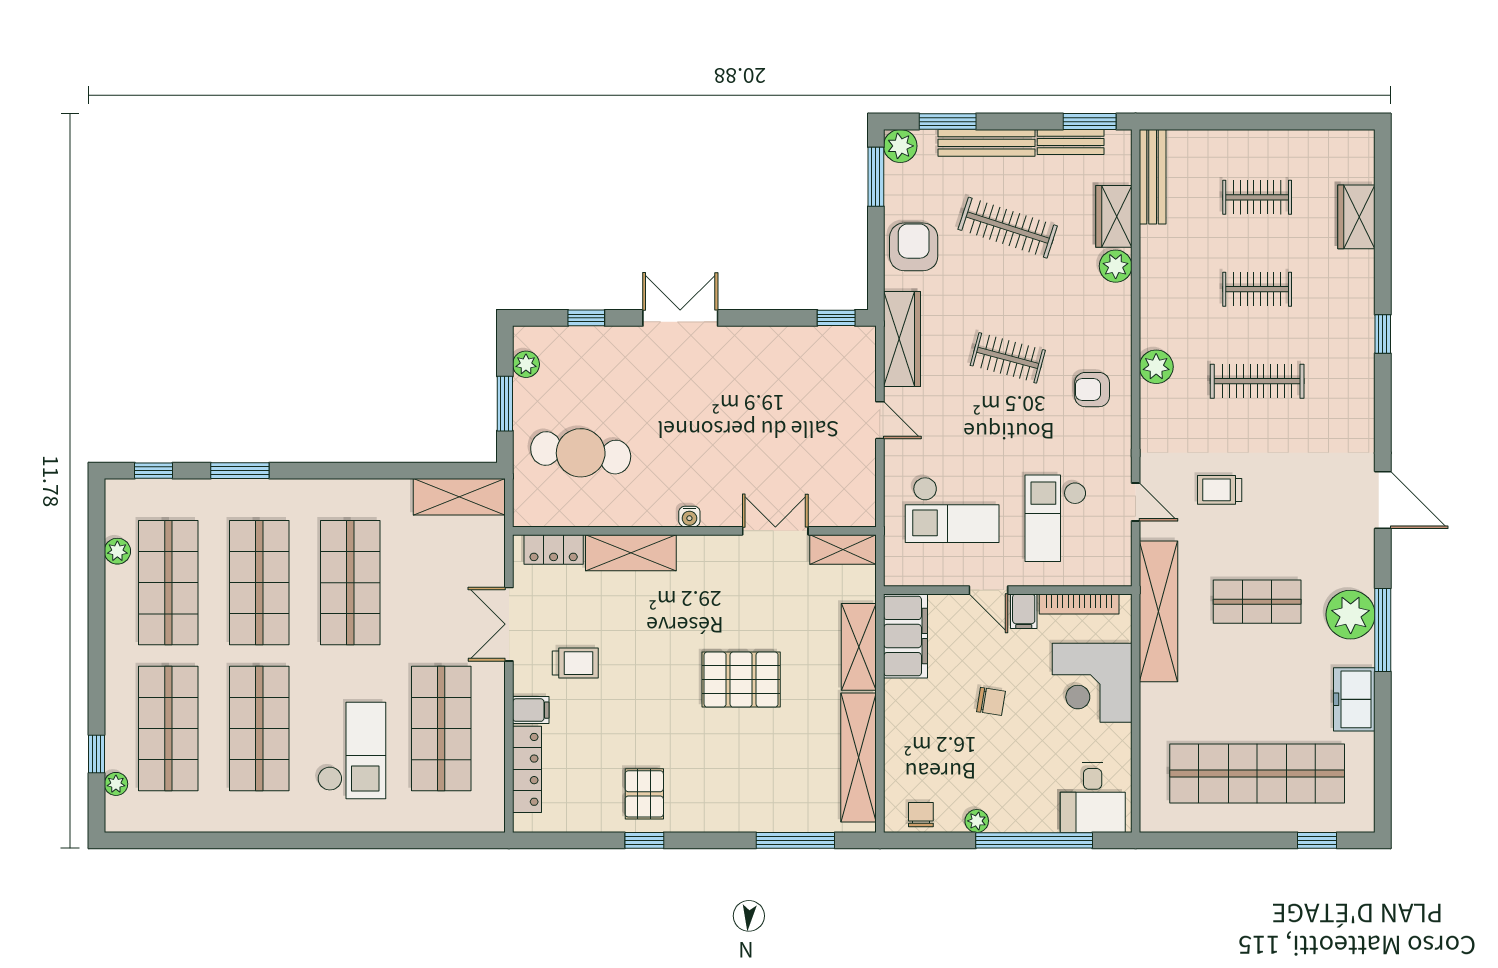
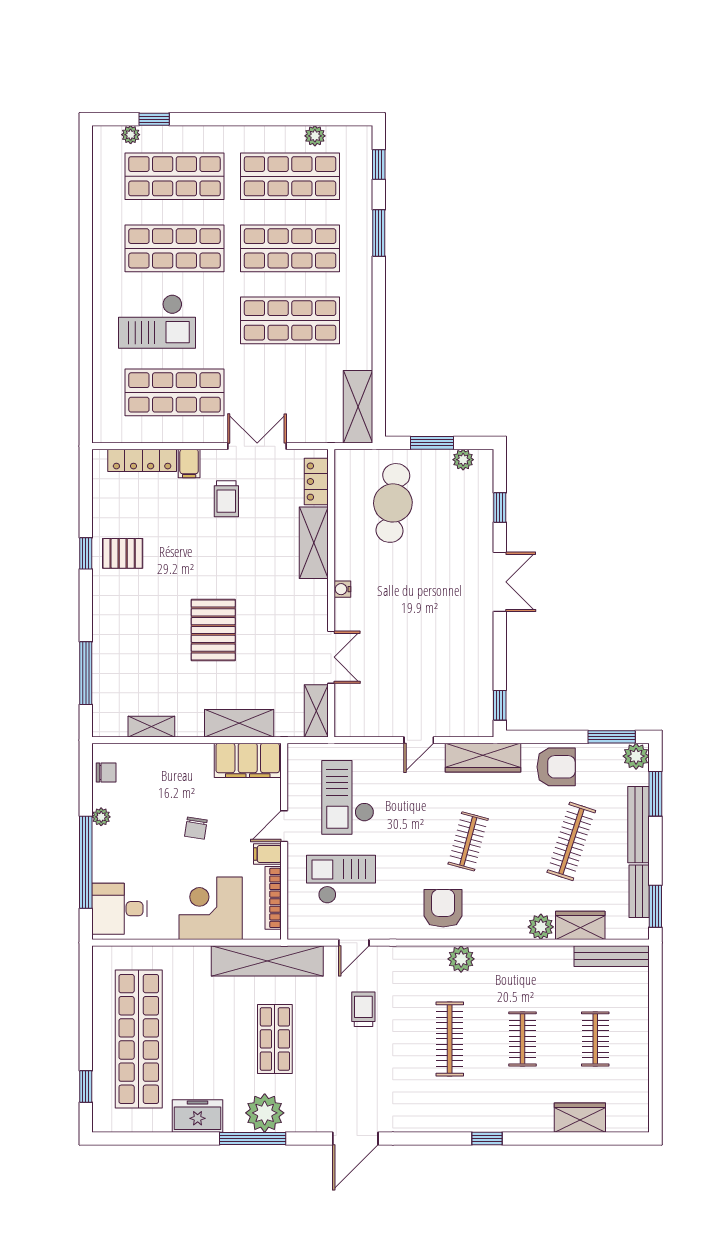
armchair: (1092, 390) -> (443, 908), width x1.38, depth x1.38
shelving: (859, 758) -> (151, 727), width x0.45, depth x0.75

